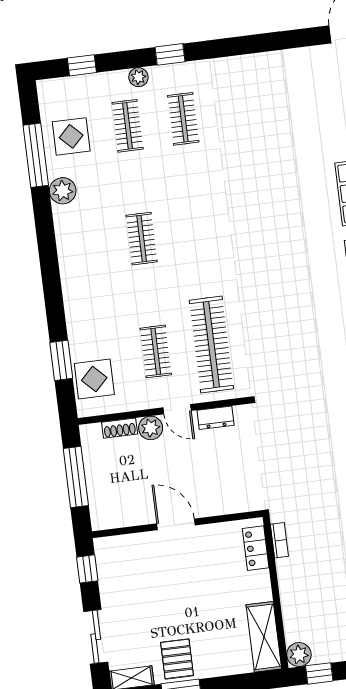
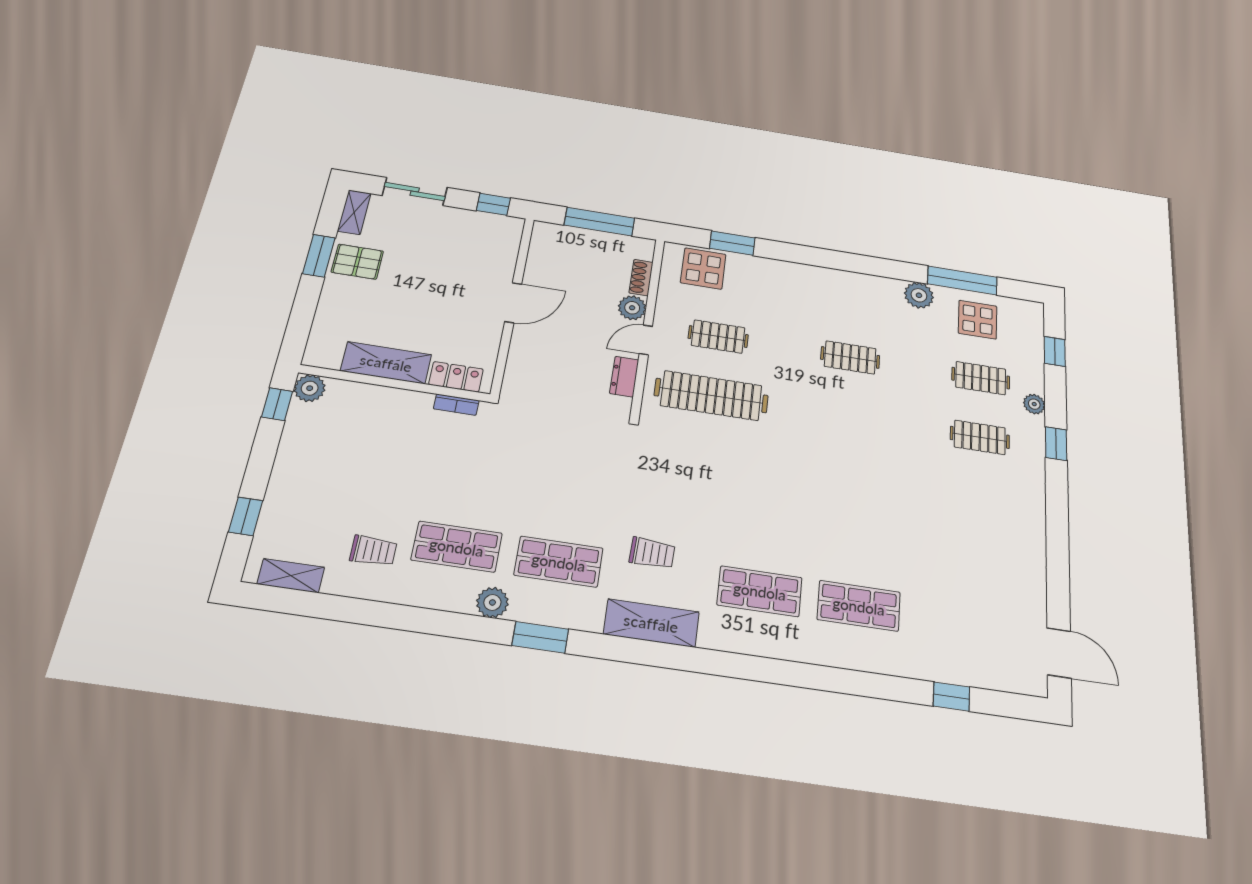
shelving: (264, 637) -> (386, 363), moved

